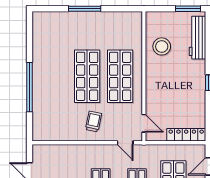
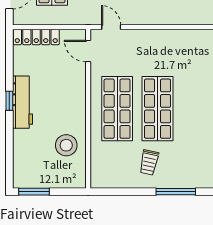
window: (85, 9) -> (176, 192), moved
workbench: (197, 38) -> (22, 102), moved
trolley: (94, 121) -> (149, 162), moved

